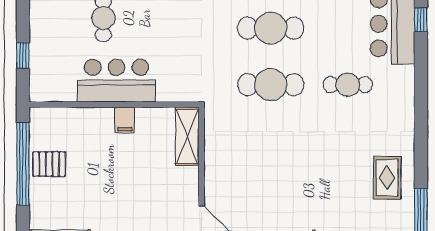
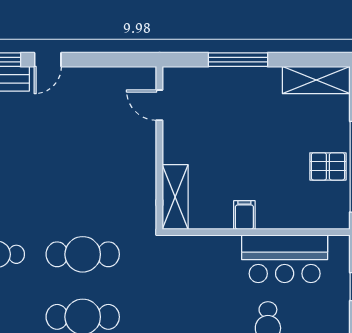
bar counter: (117, 81) -> (285, 259), moved

